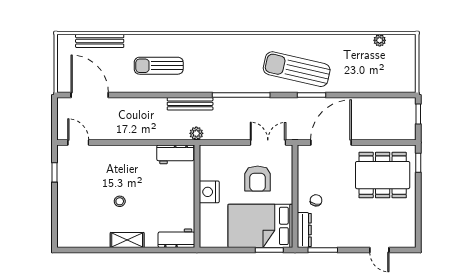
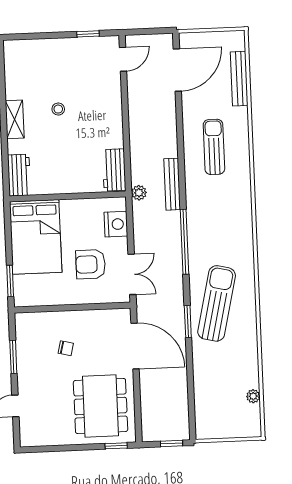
nightstand: (209, 192) -> (116, 224), moved, turned 90
chair: (316, 200) -> (66, 348), moved
bed: (260, 226) -> (36, 237), moved, turned 180
dresser: (304, 230) -> (34, 320), removed
window: (323, 250) -> (13, 357), moved

